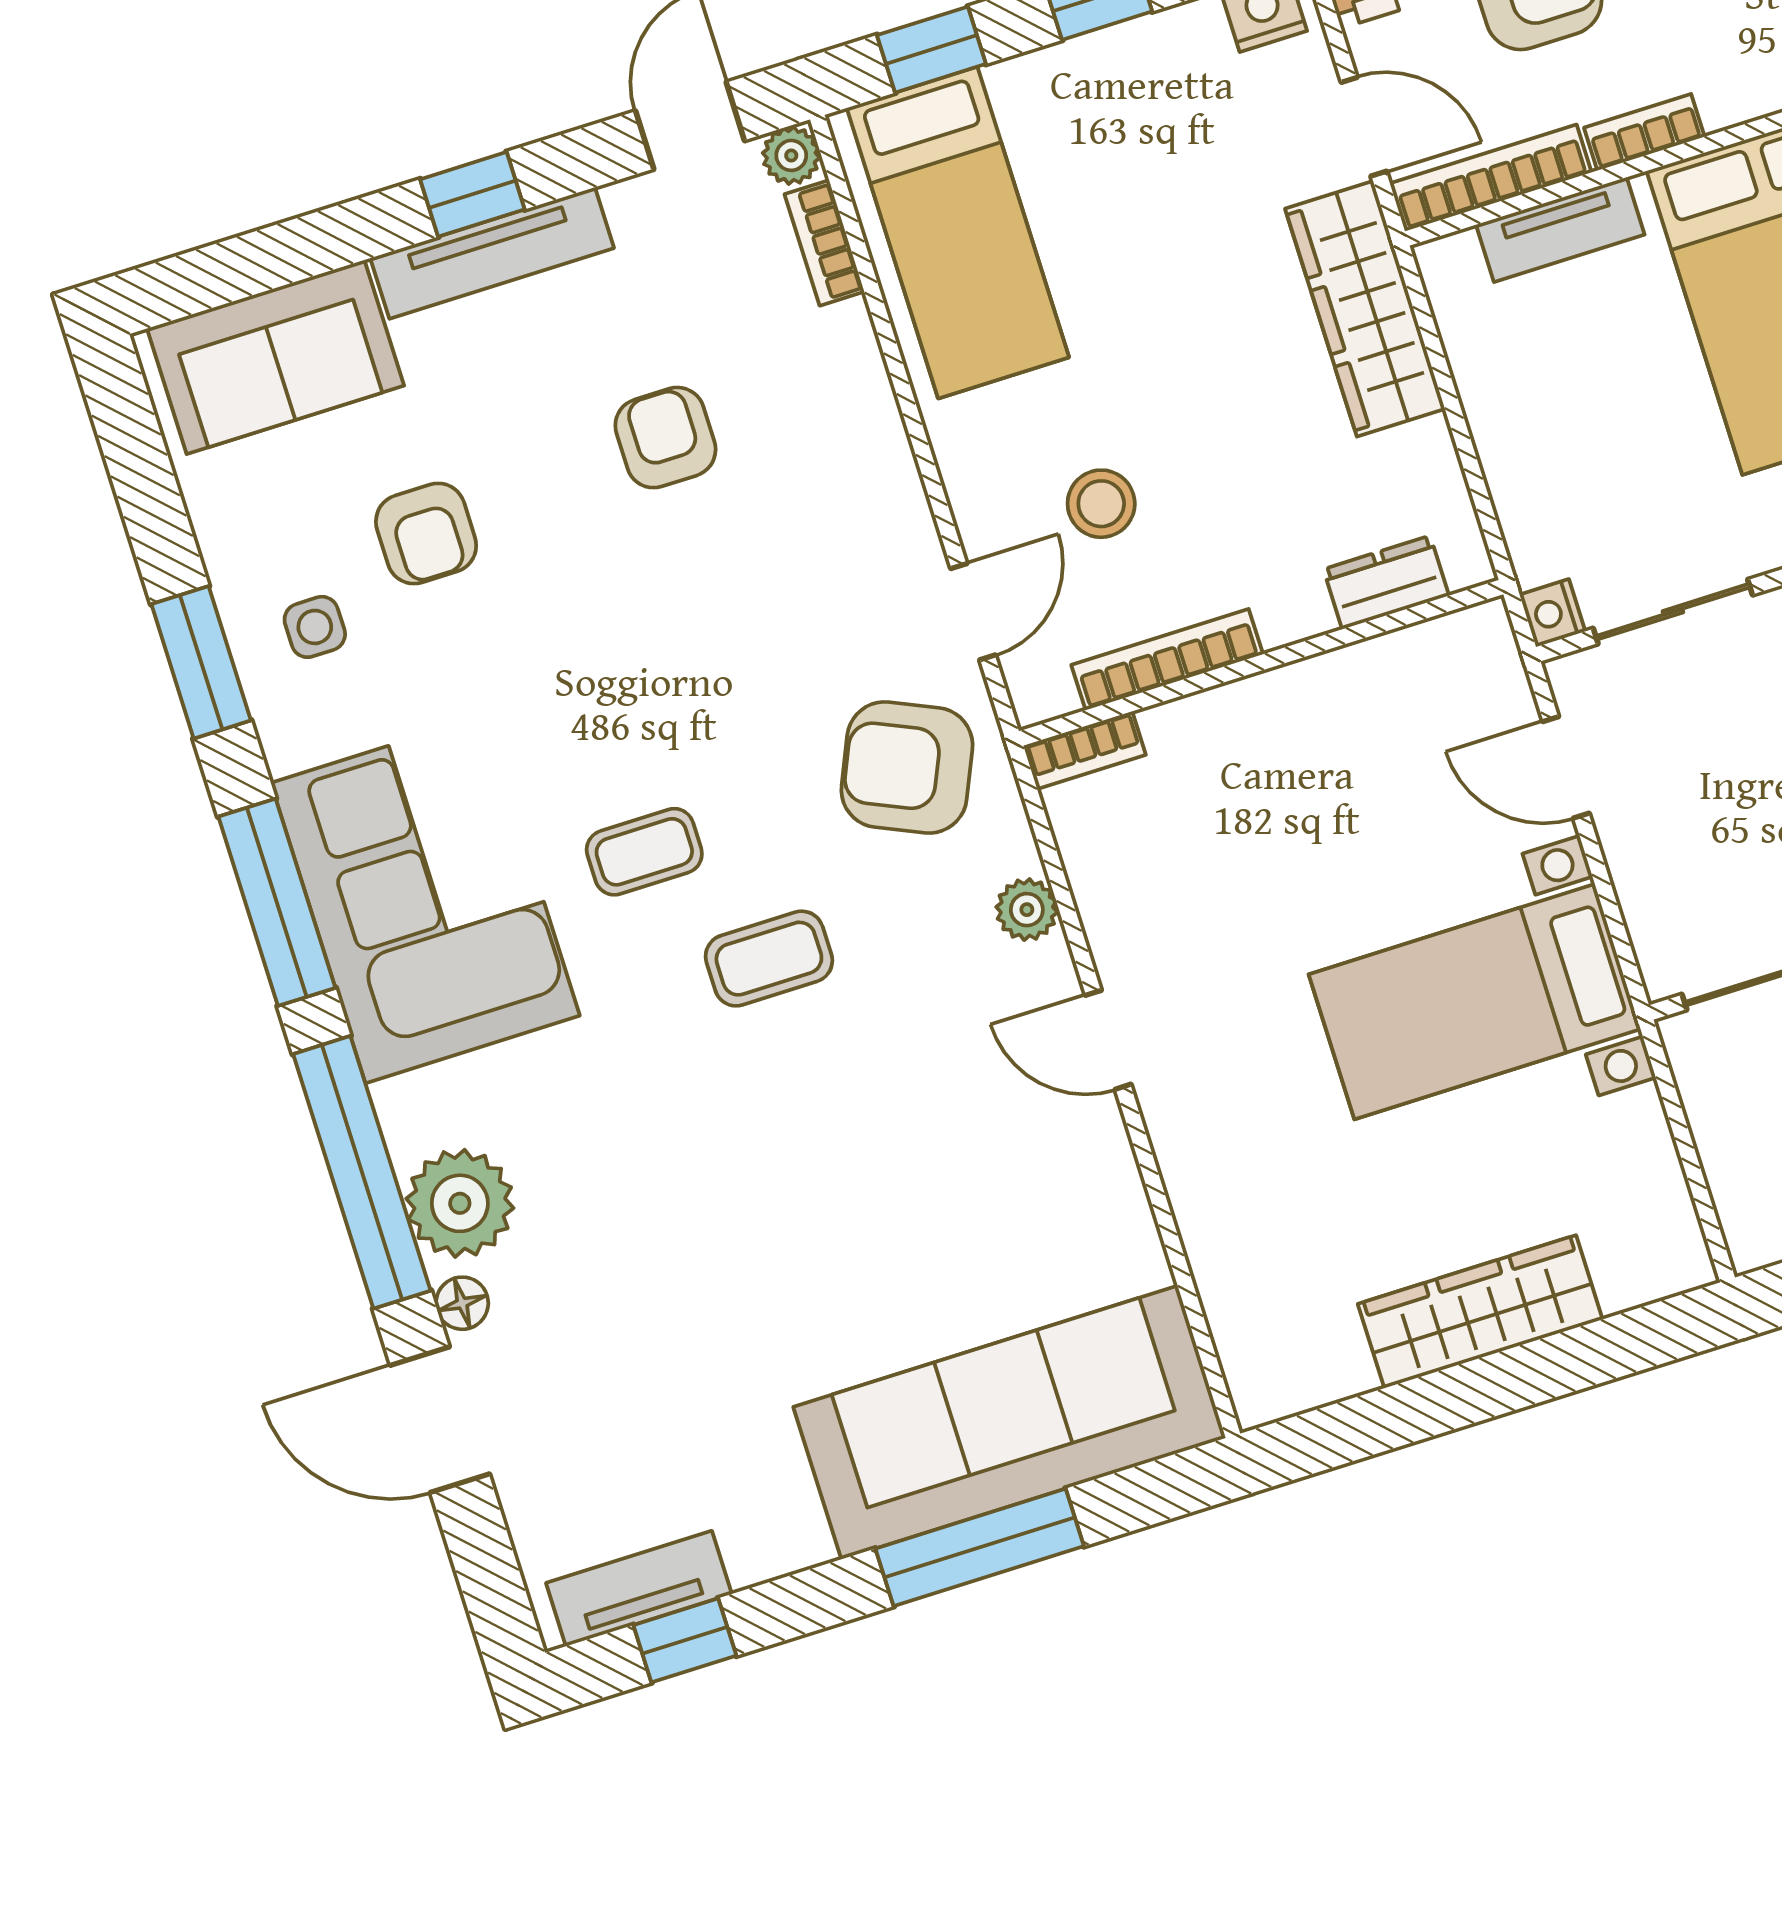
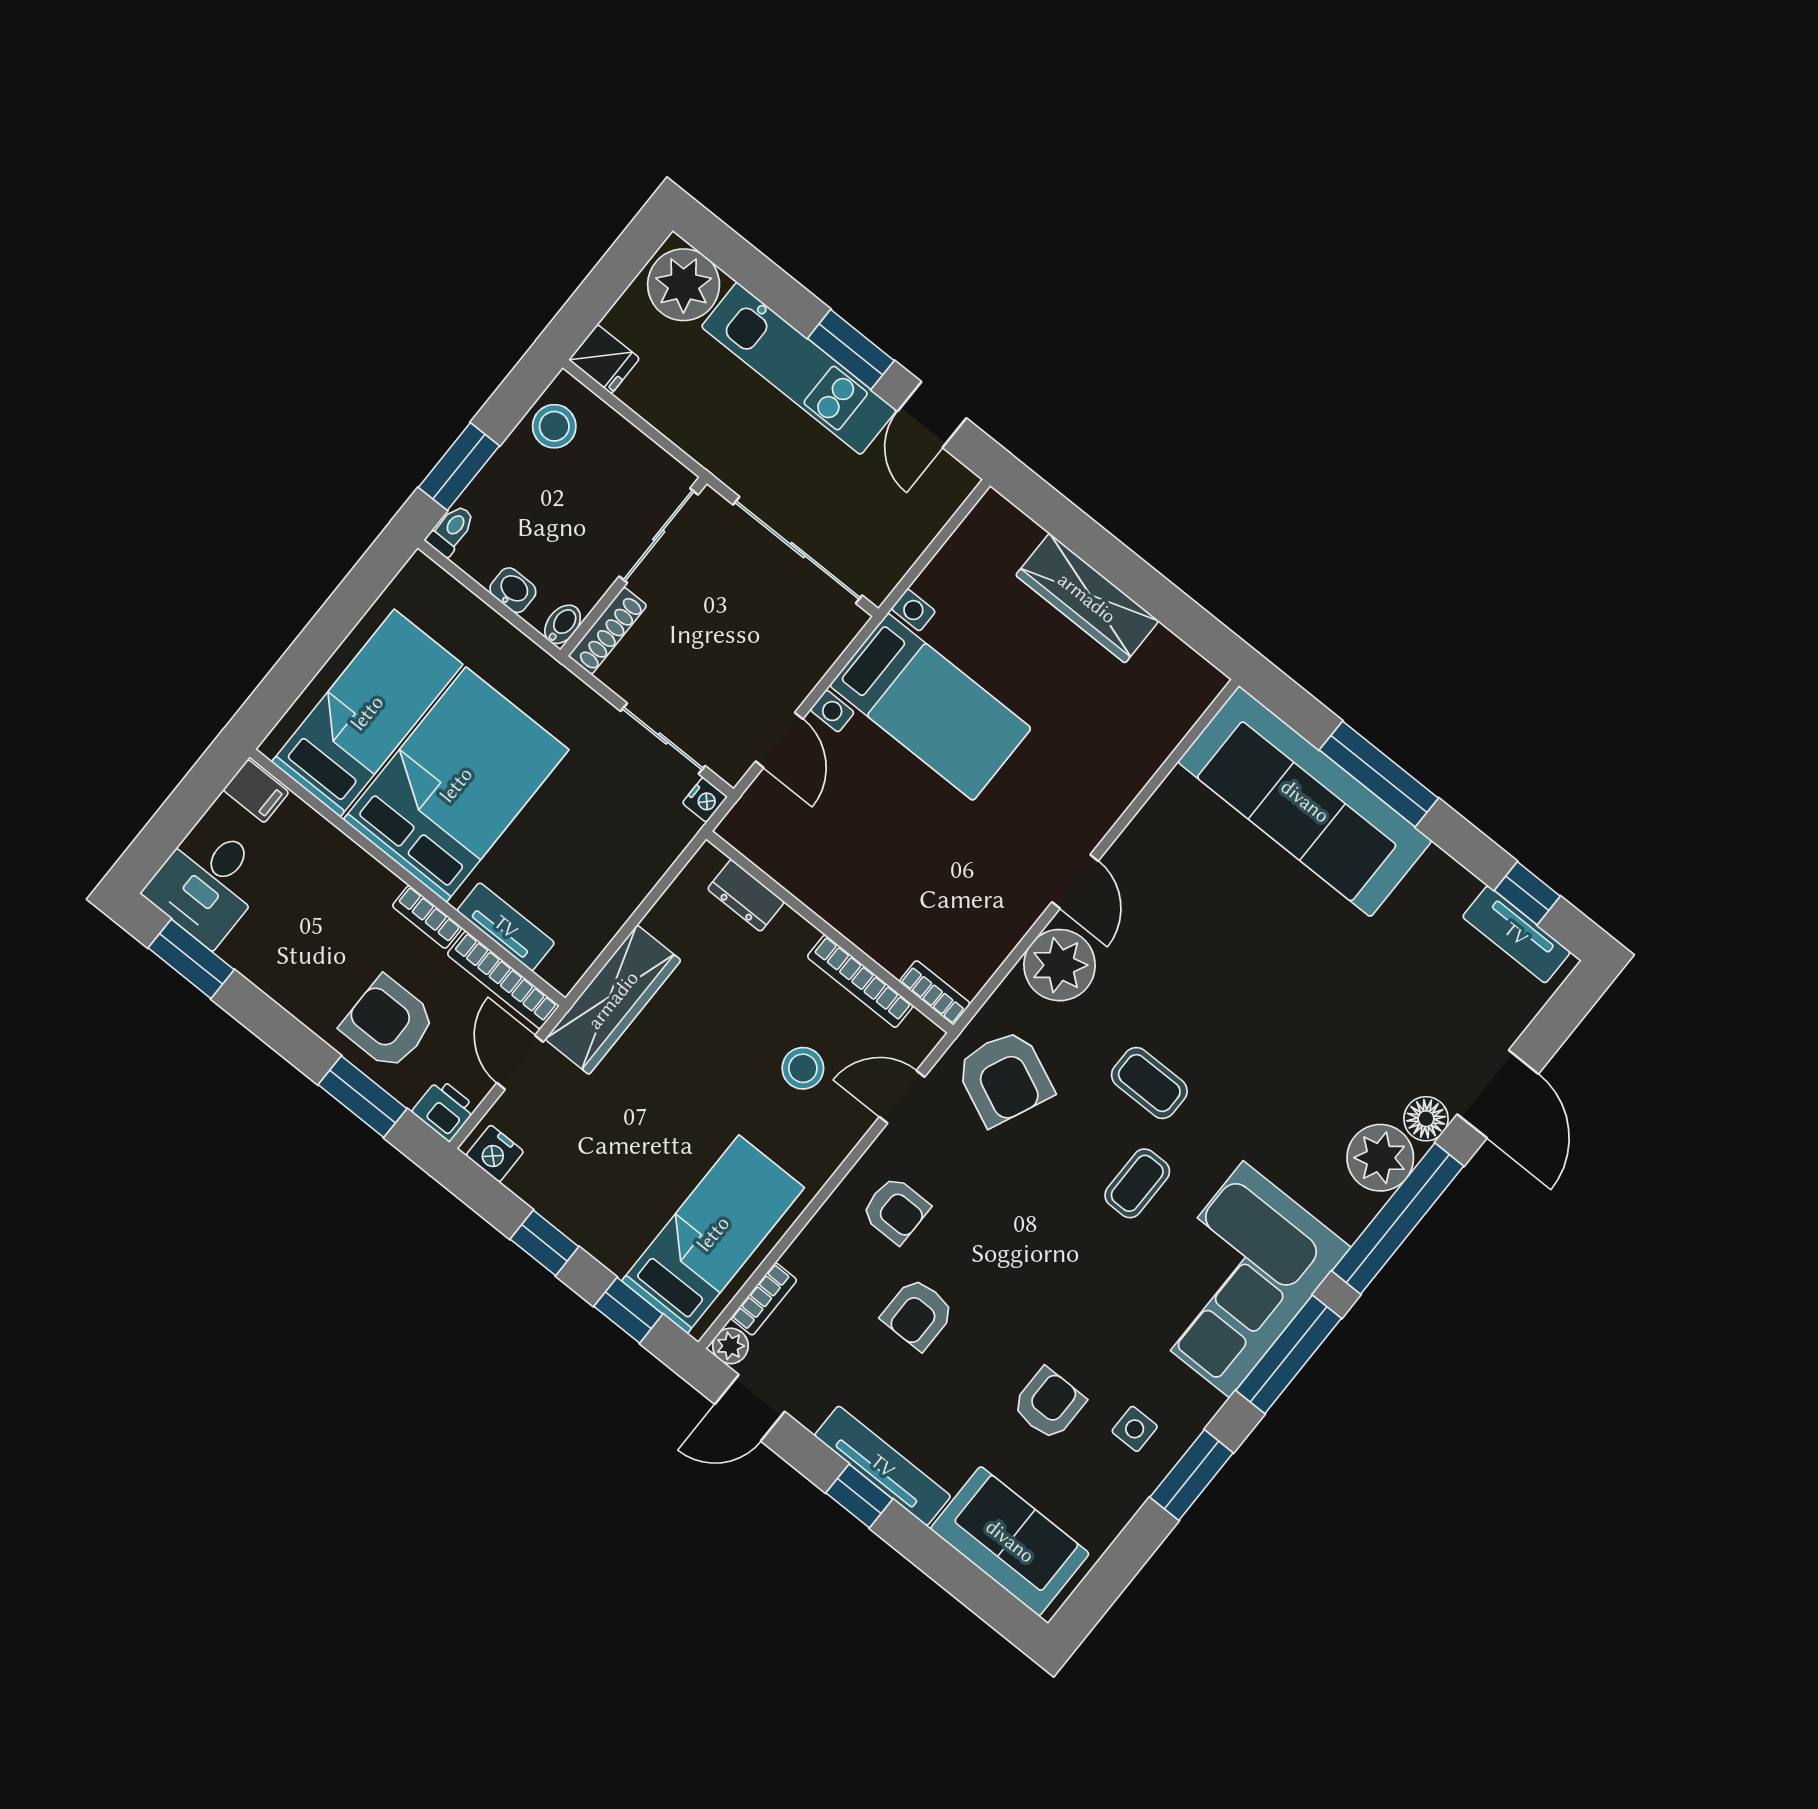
armchair: (826, 501) -> (896, 1210), added
coffee table: (644, 852) -> (1137, 1183), turned 90
plant: (1027, 910) -> (1060, 965), width x1.88, depth x1.88
floor lamp: (462, 1303) -> (1426, 1119), width x1.37, depth x1.37

